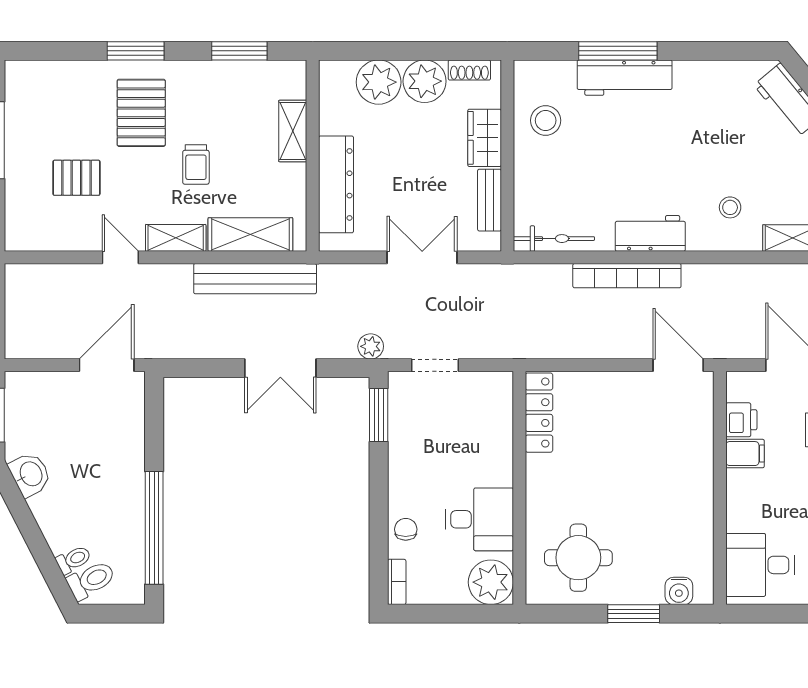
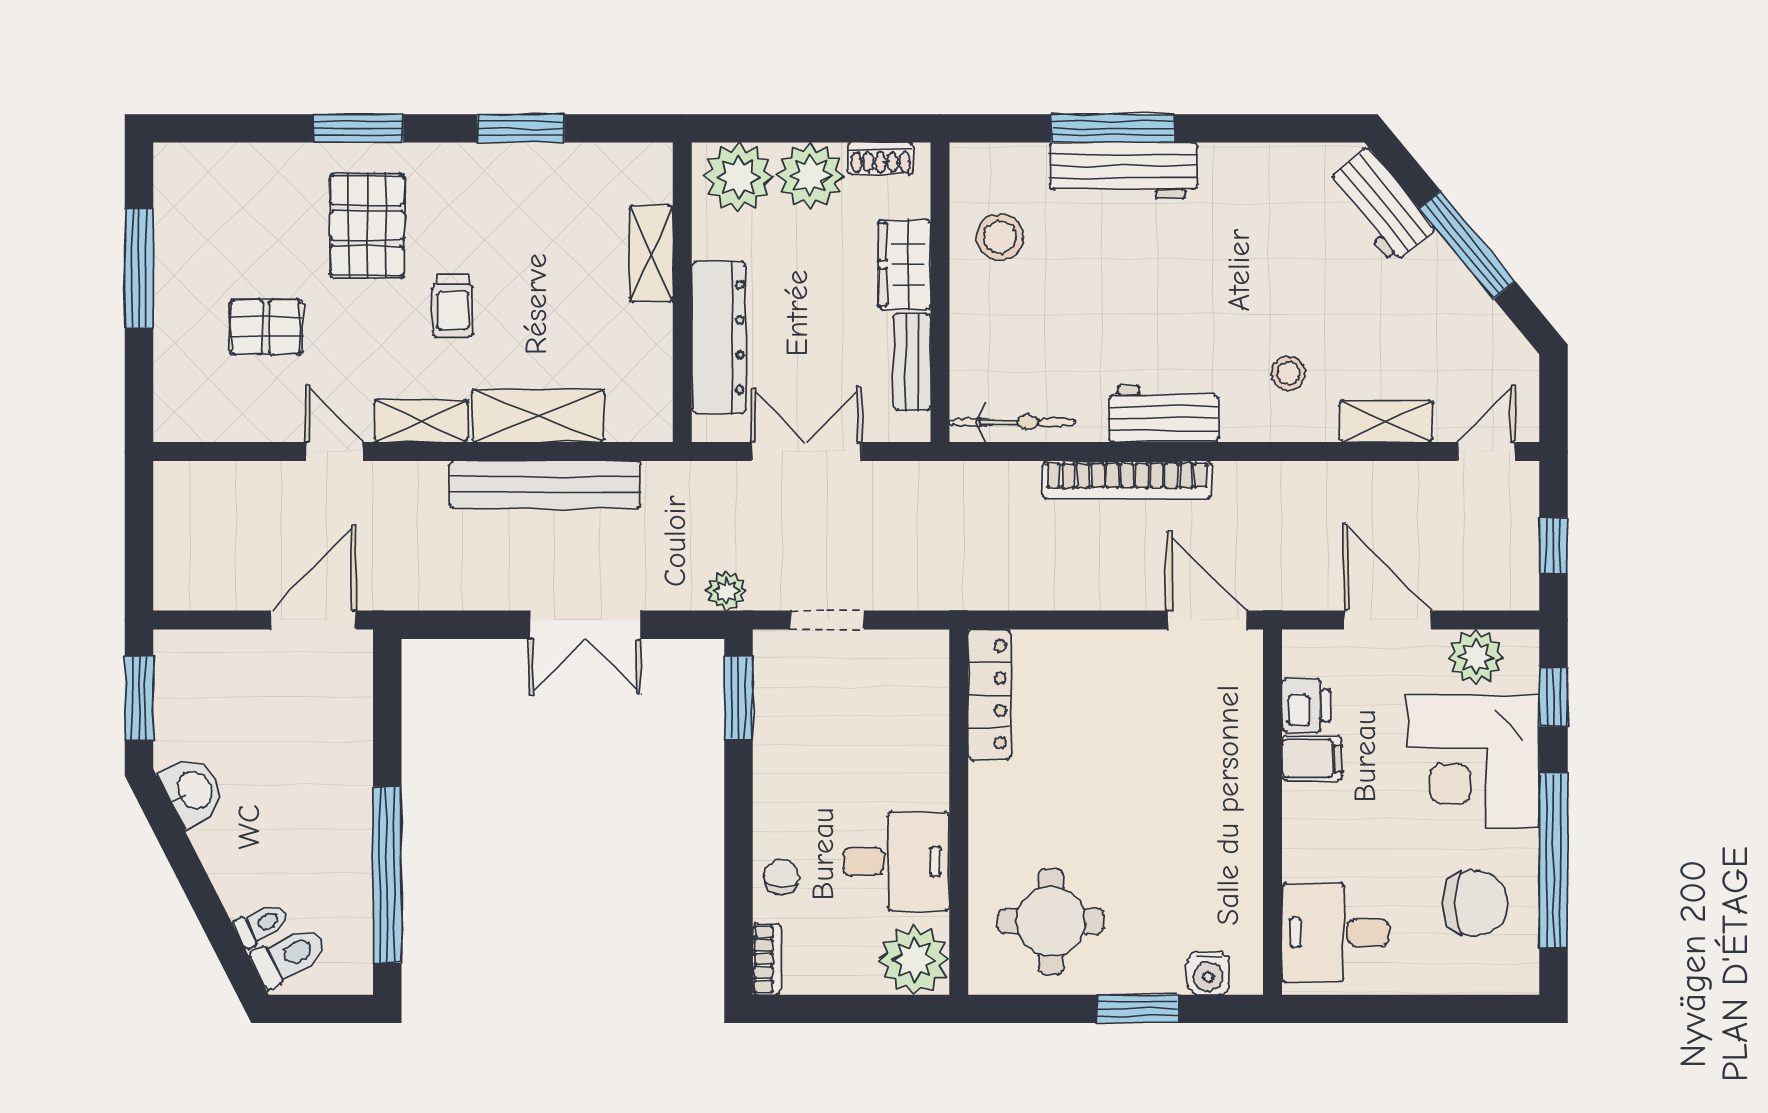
shelving: (293, 131) -> (651, 254), moved
wall: (313, 156) -> (682, 292), moved
dresser: (336, 184) -> (719, 337), moved

